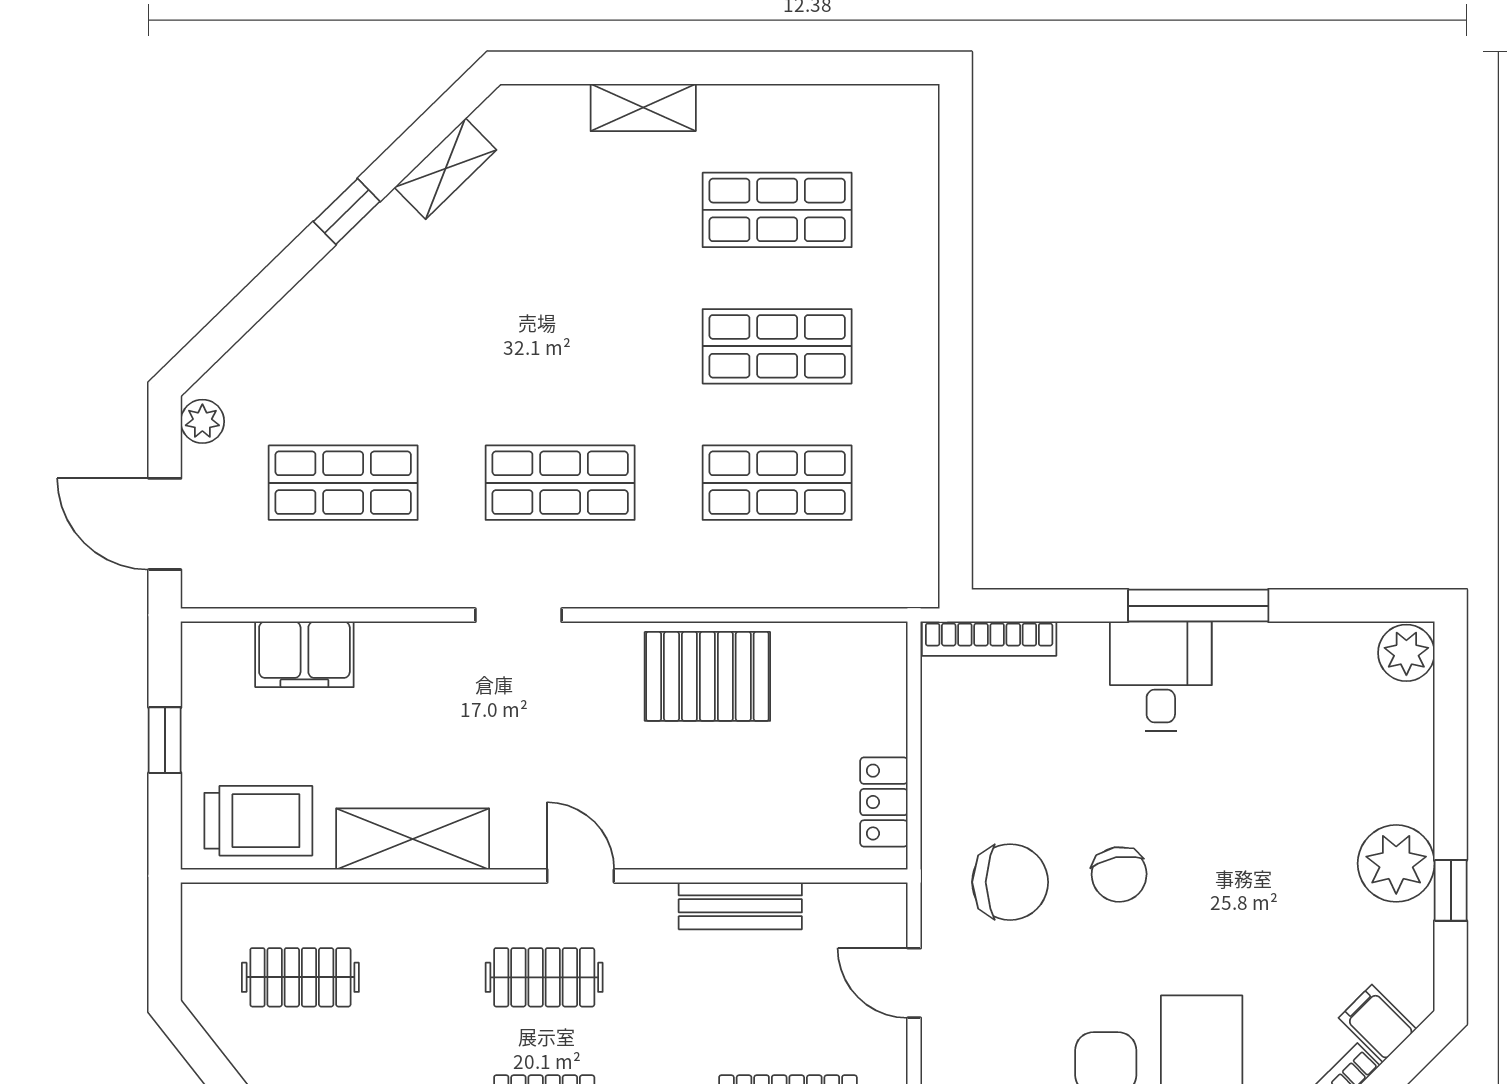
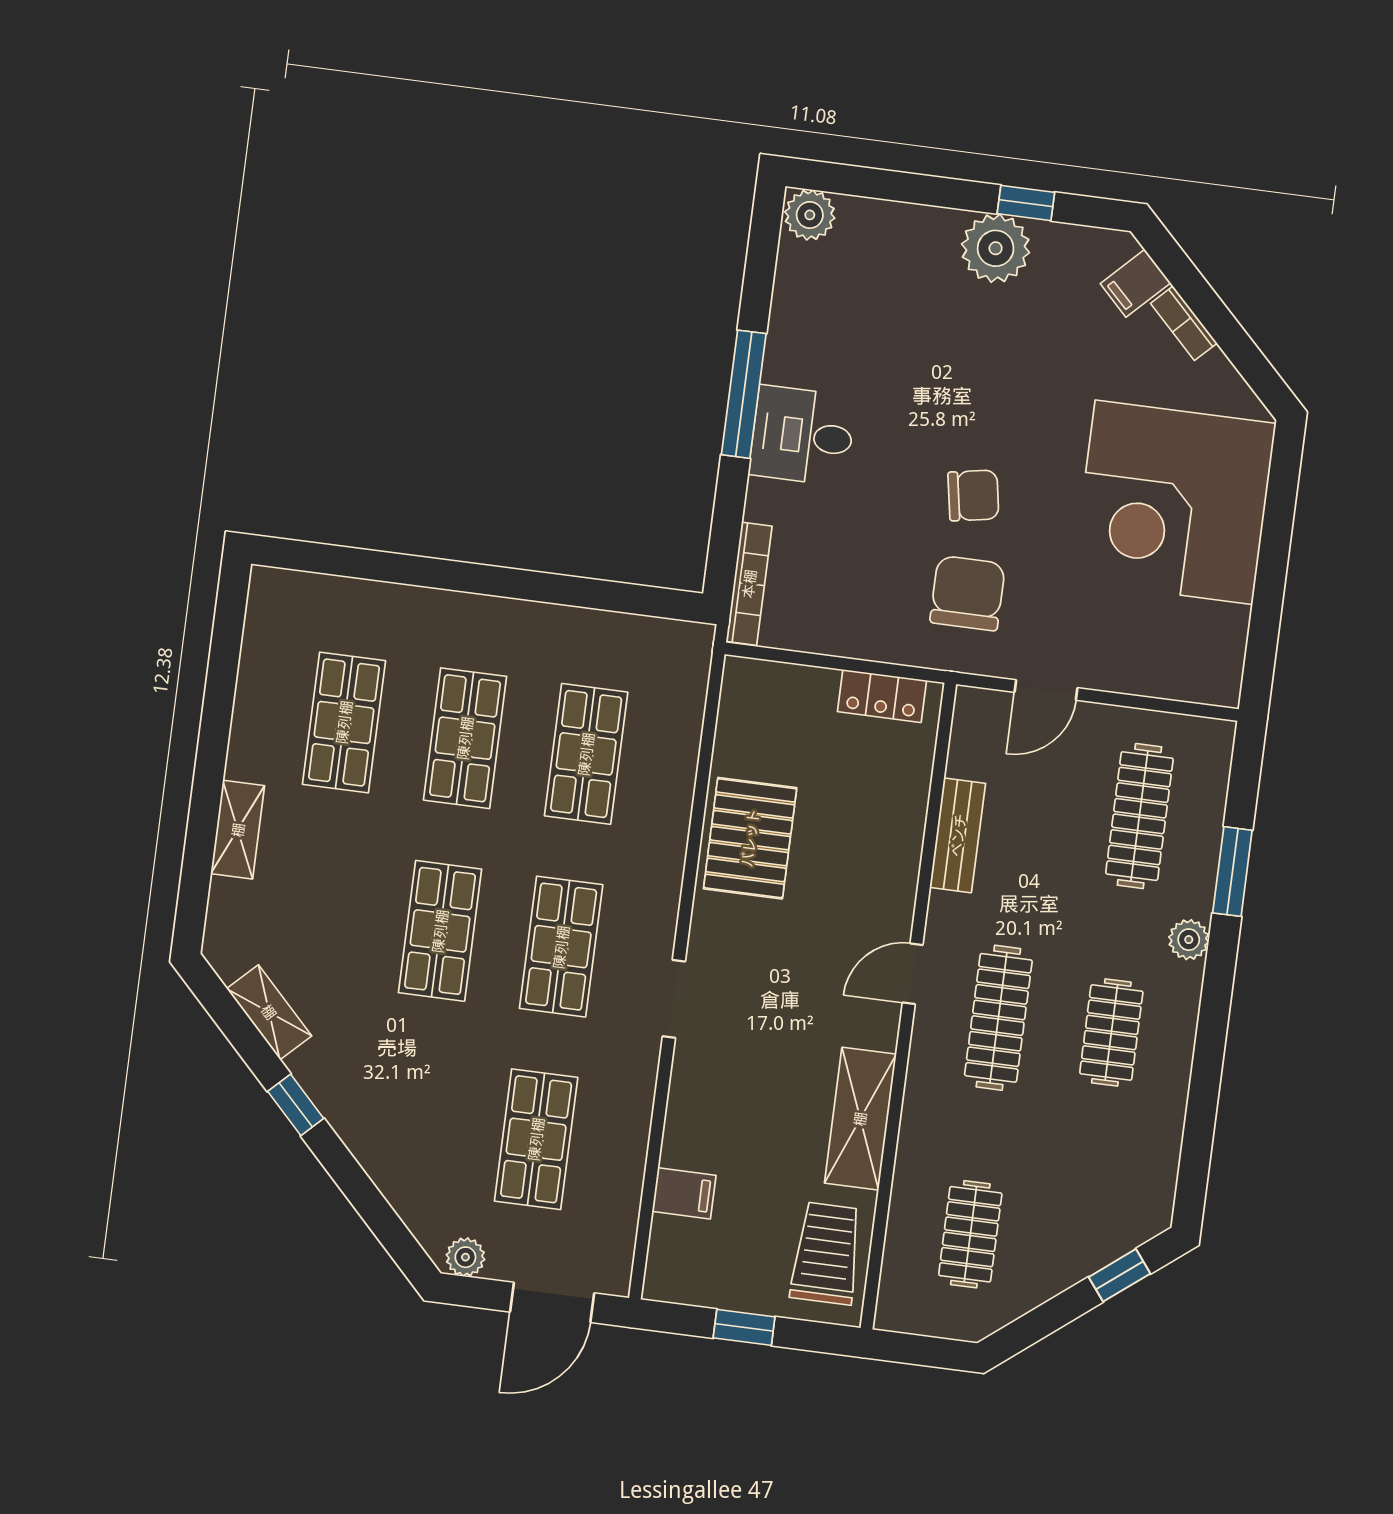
shop shelf: (560, 346) -> (440, 931), added
filing cabinet: (304, 654) -> (684, 1193), width x0.50
clothes rail: (544, 977) -> (998, 1018), width x1.36

